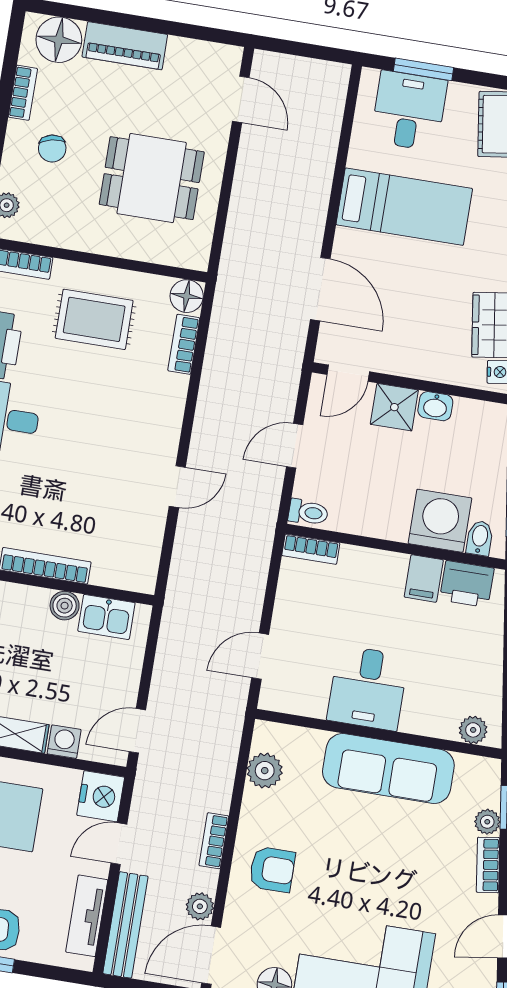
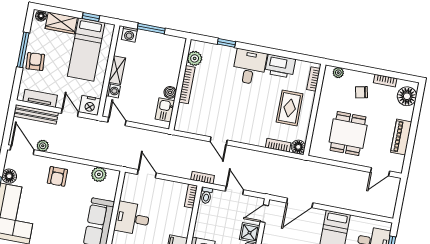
piano: (125, 46) -> (401, 137), moved
door: (348, 373) -> (264, 214), hinge flipped
bookcase: (214, 841) -> (203, 178), moved

